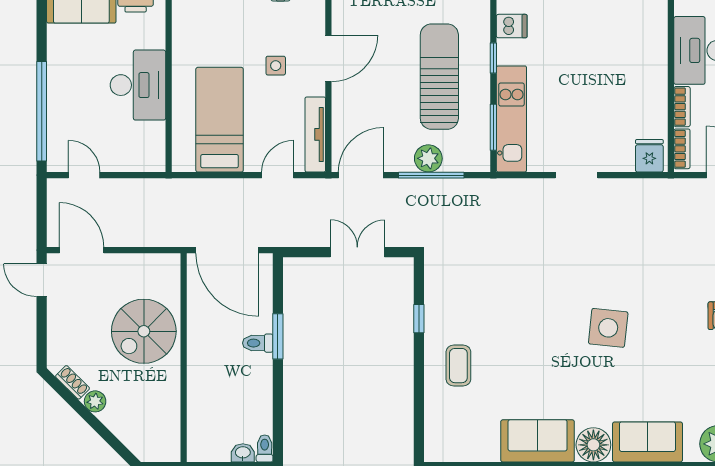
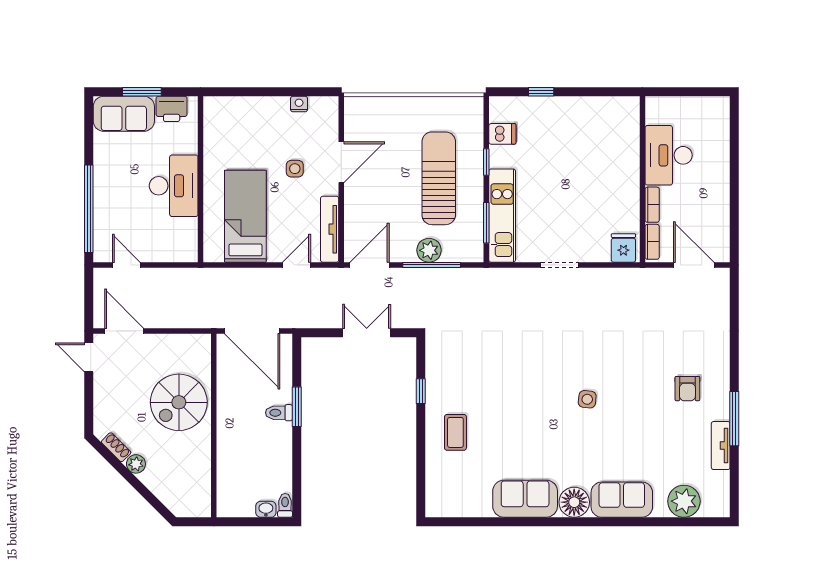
side table: (608, 328) -> (587, 399), width x0.54, depth x0.54

